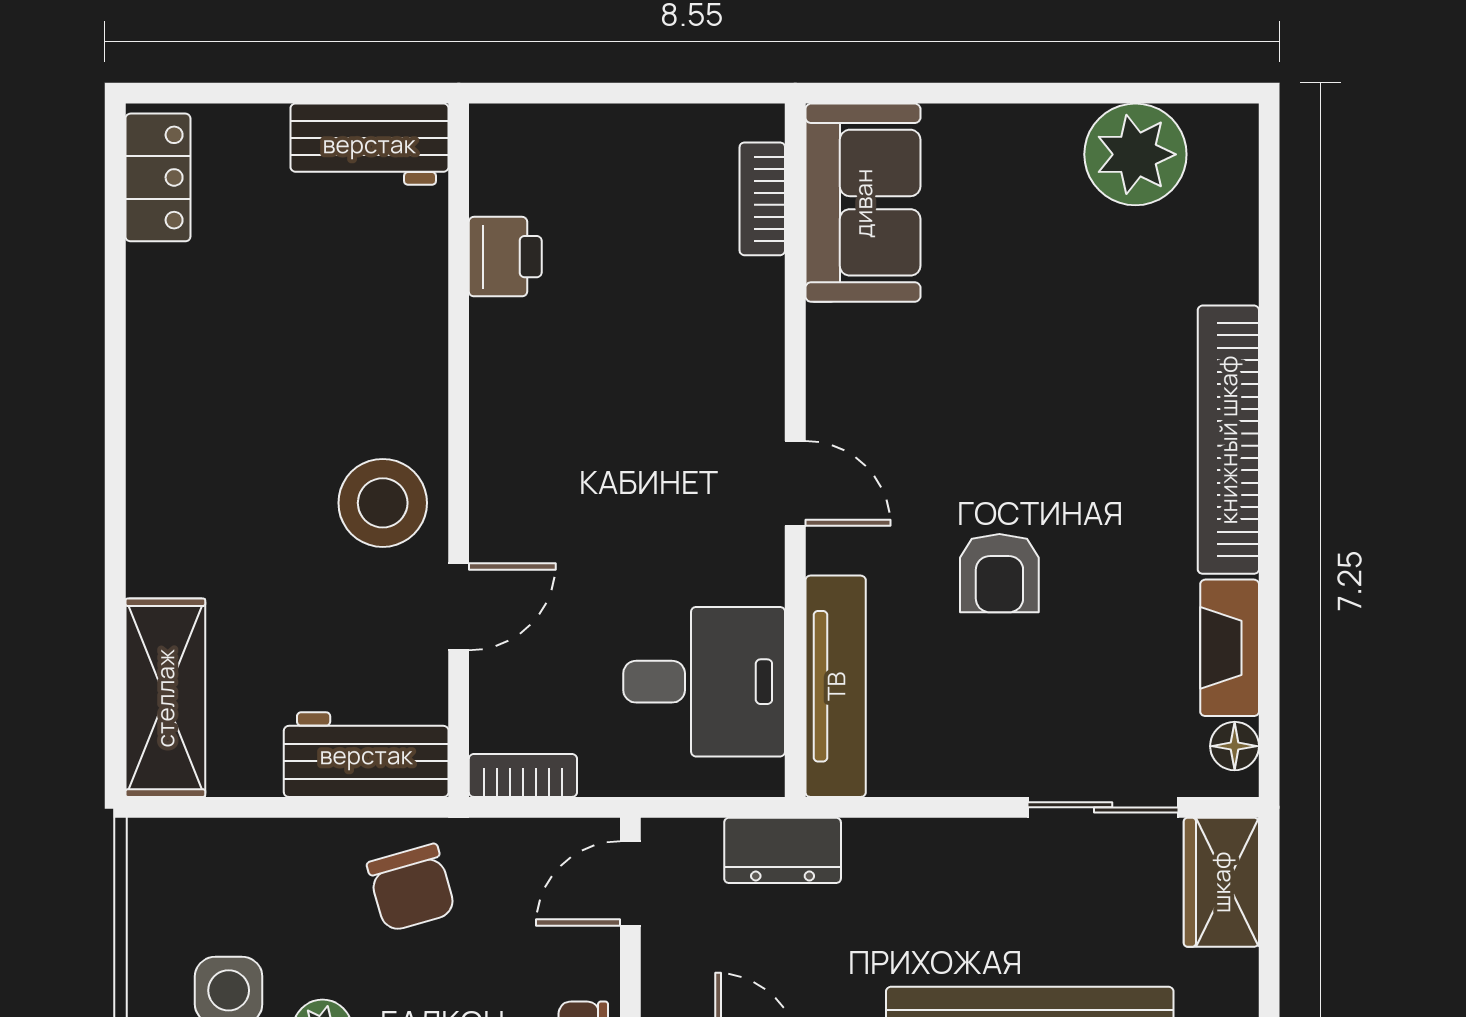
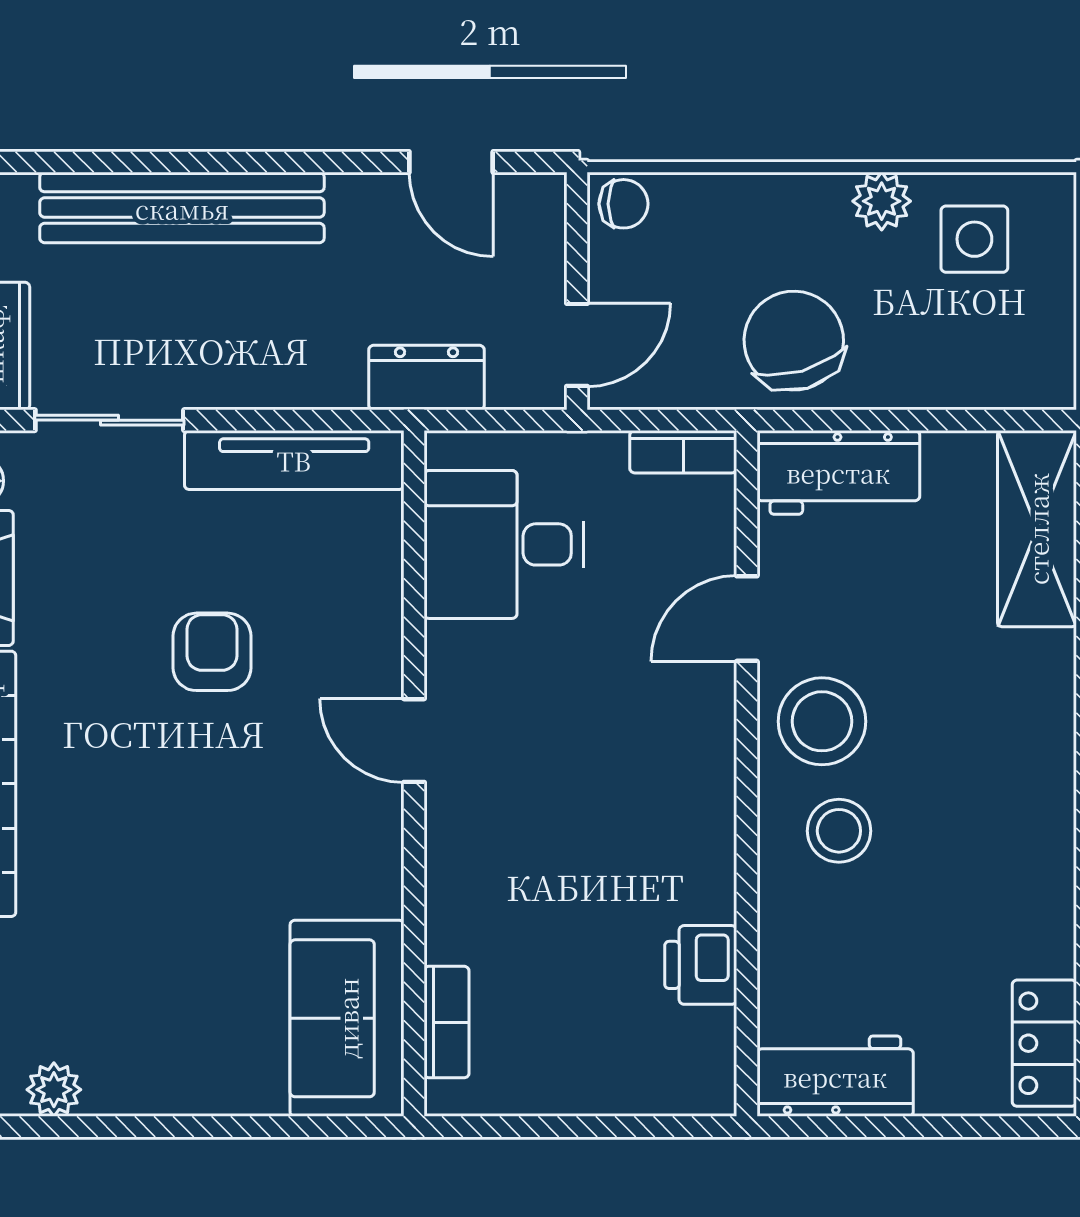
plant: (1135, 154) -> (54, 1090), width x0.53, depth x0.53
stool: (366, 392) -> (839, 831), added
tv unit: (836, 686) -> (294, 460), moved, turned -90
chair: (411, 888) -> (794, 341), width x1.37, depth x1.37

